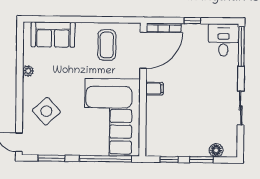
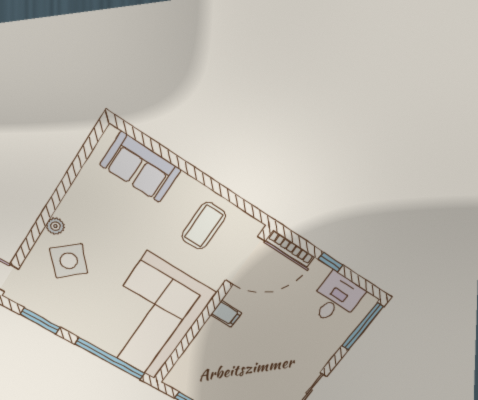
desk: (223, 40) -> (336, 299), moved
plant: (28, 71) -> (55, 226), moved

